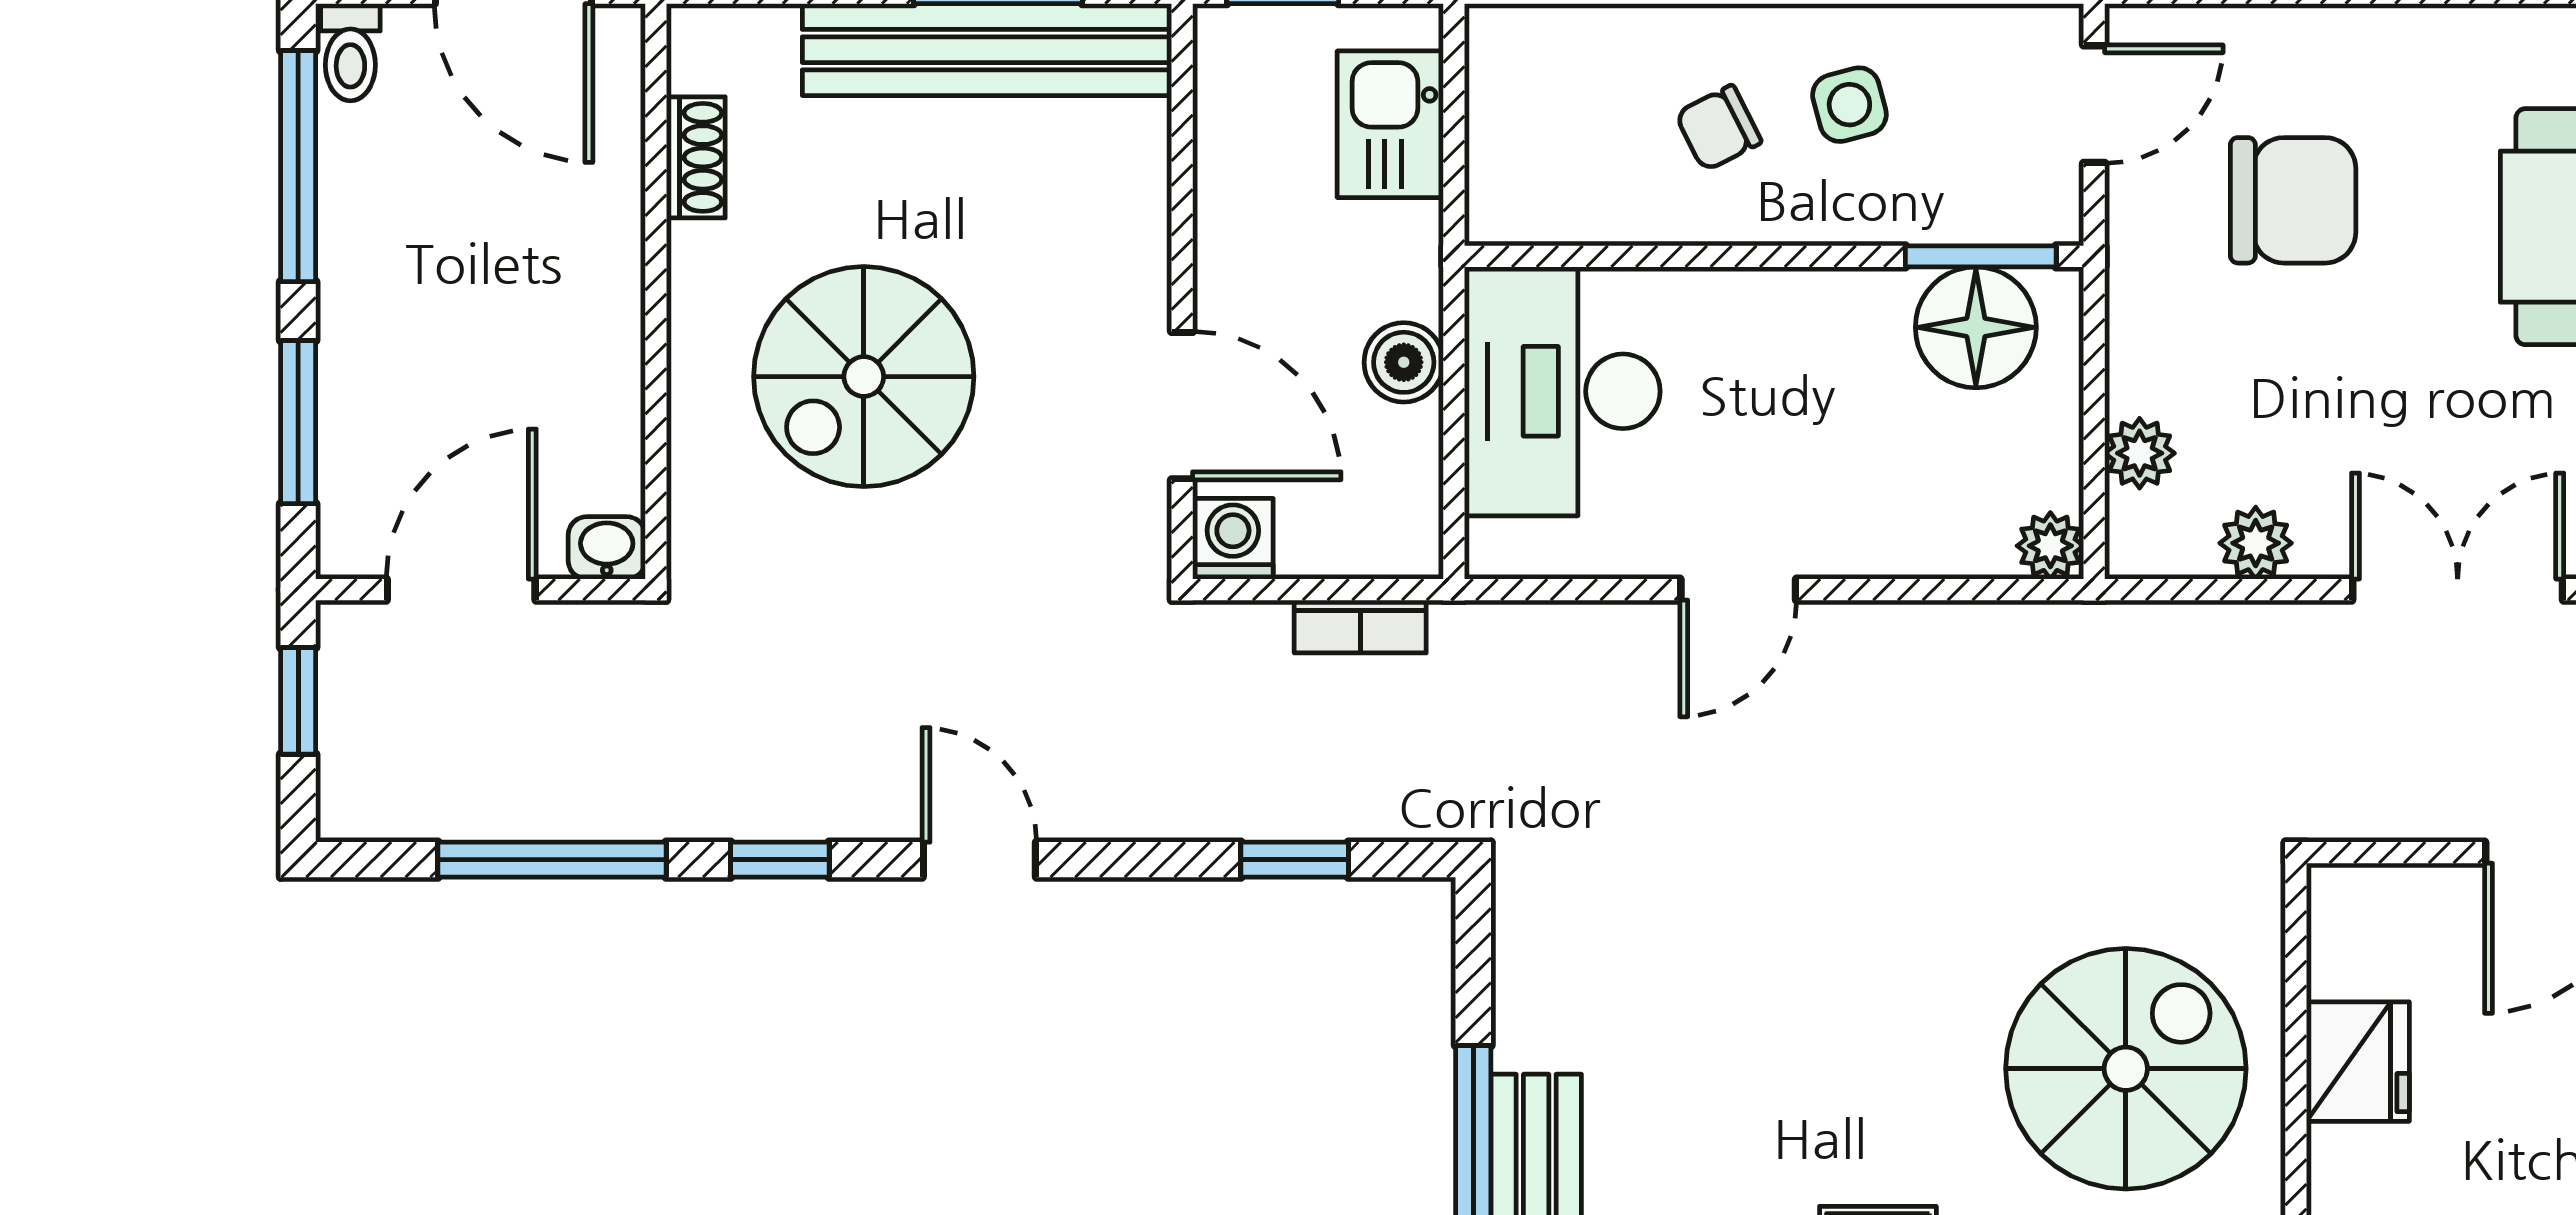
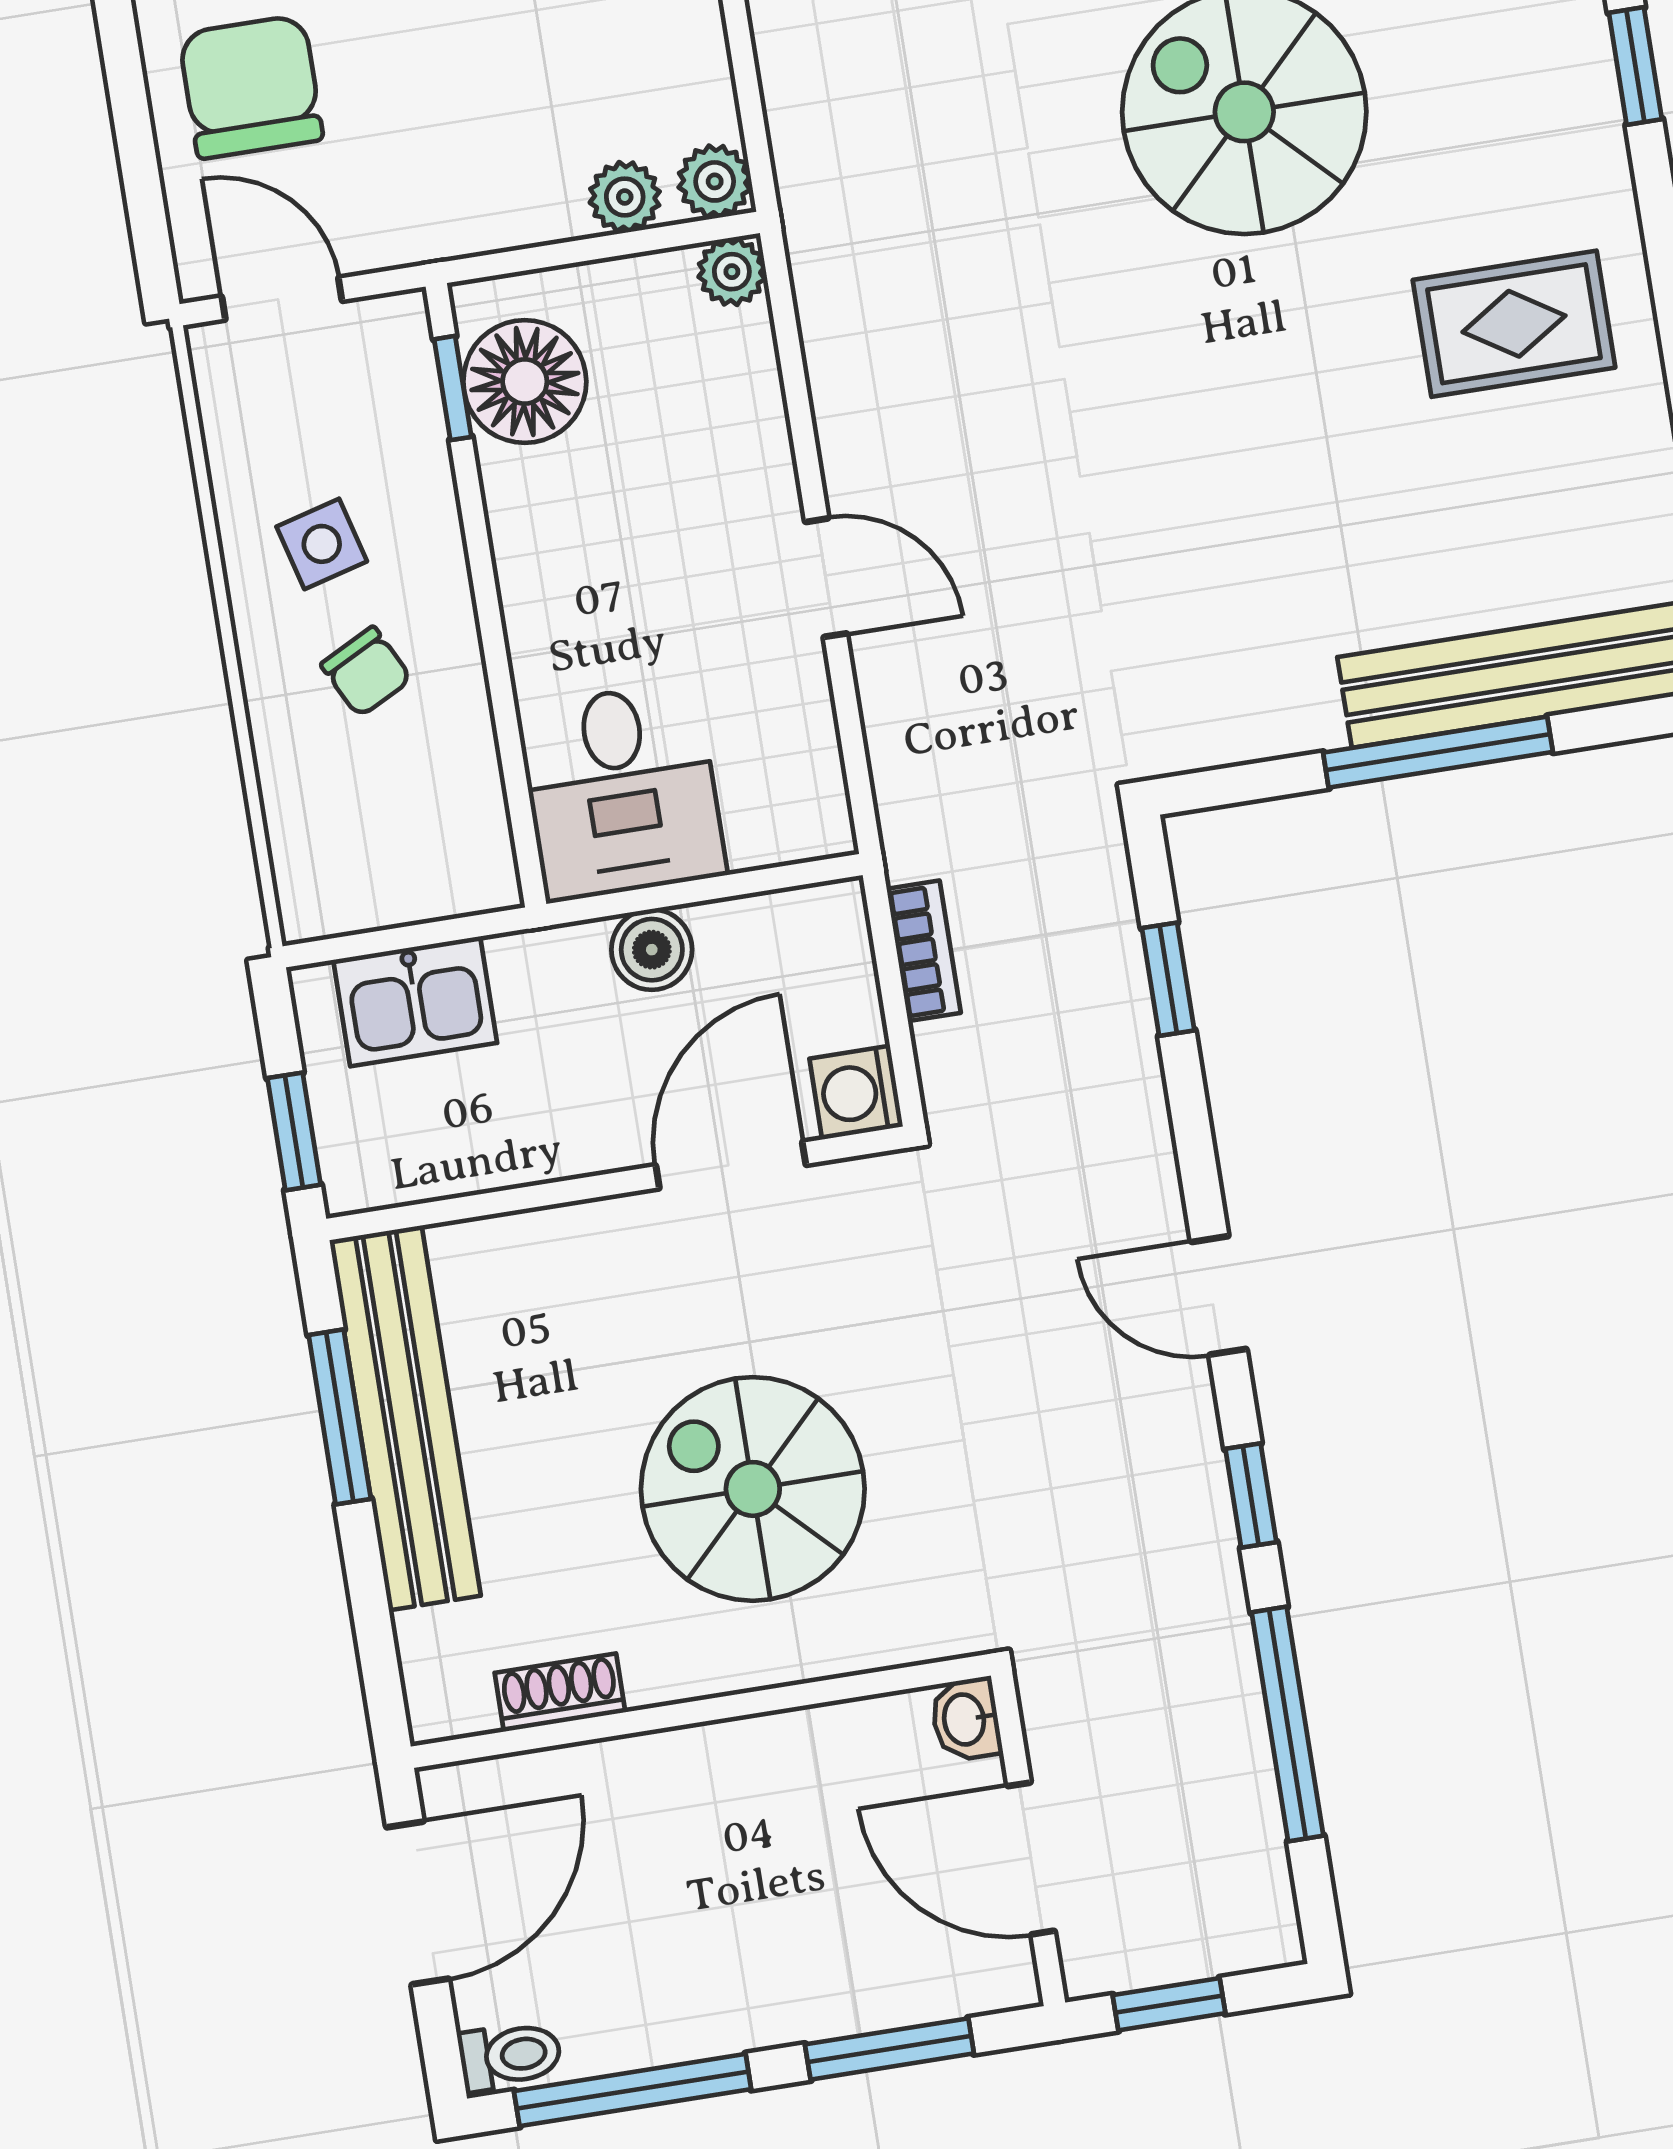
chair: (2293, 200) -> (251, 87), moved
window: (1981, 256) -> (453, 388), width x0.67
spiral stairs: (864, 377) -> (753, 1489), turned 180
desk: (1562, 391) -> (621, 791), width x0.73
plant: (2256, 543) -> (715, 181), moved
door: (979, 860) -> (1219, 1295), hinge flipped

